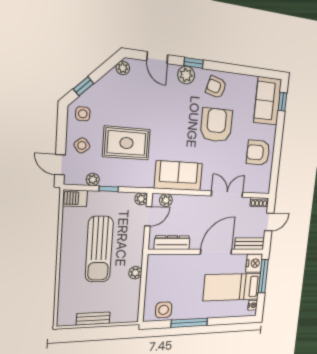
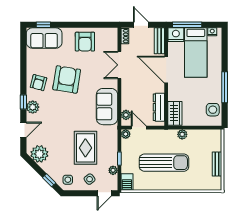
plant: (123, 68) -> (39, 154), width x1.88, depth x1.88
armchair: (216, 125) -> (67, 80), turned 99
wardrobe: (163, 263) -> (175, 113), added

